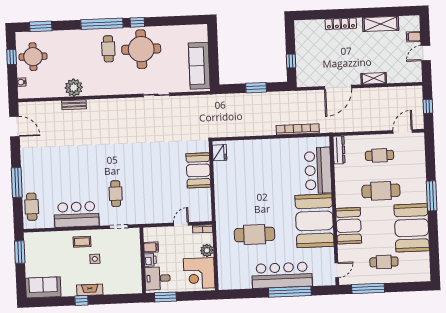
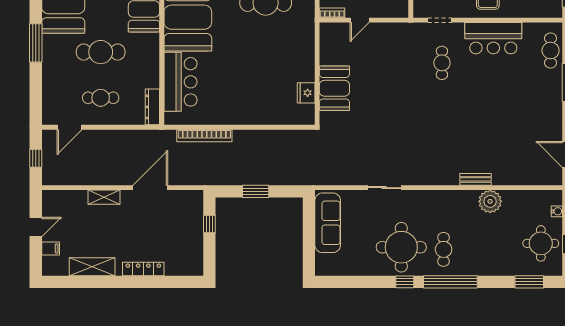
bench: (74, 105) -> (476, 179), moved
fridge: (220, 153) -> (306, 93), moved

